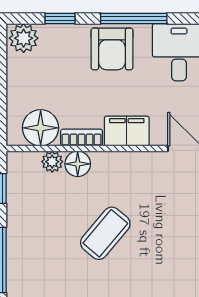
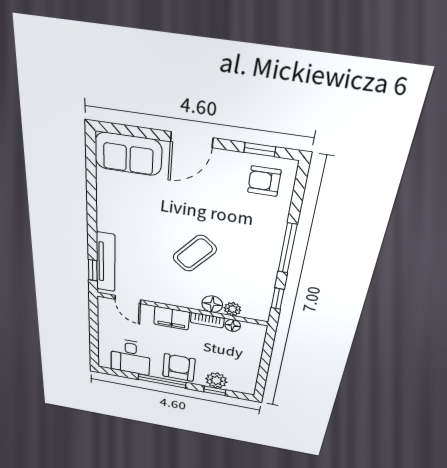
plant: (24, 38) -> (216, 380), moved
floor lamp: (41, 128) -> (233, 325), width x0.53, depth x0.53

